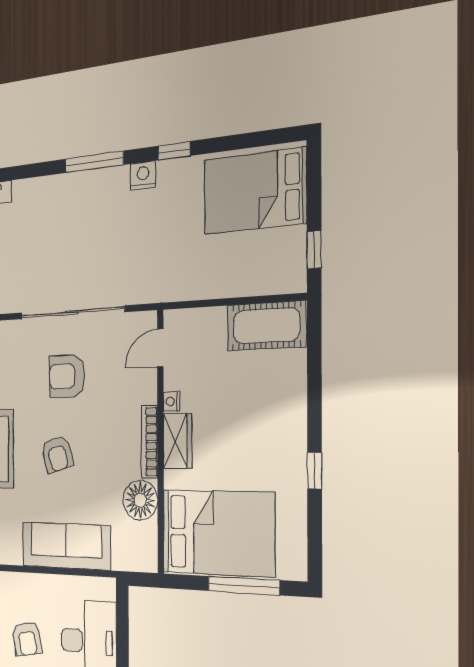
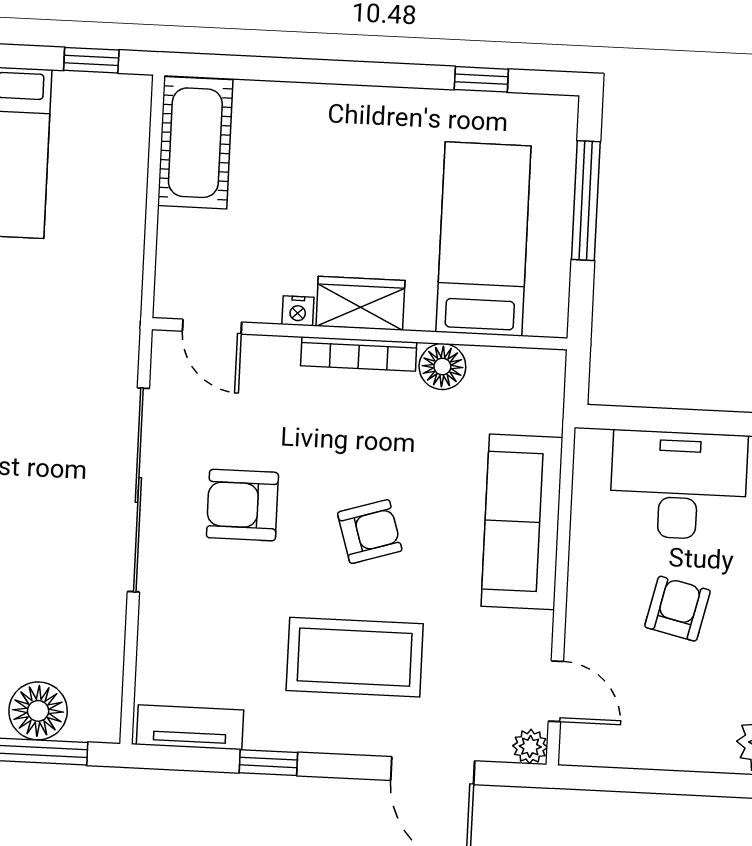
armchair: (67, 376) -> (242, 505), turned 90
window: (315, 471) -> (481, 79), moved
floor lamp: (140, 500) -> (442, 367), width x0.73, depth x0.73
bed: (218, 533) -> (483, 239), width x0.67
armchair: (27, 639) -> (677, 609), turned -68

